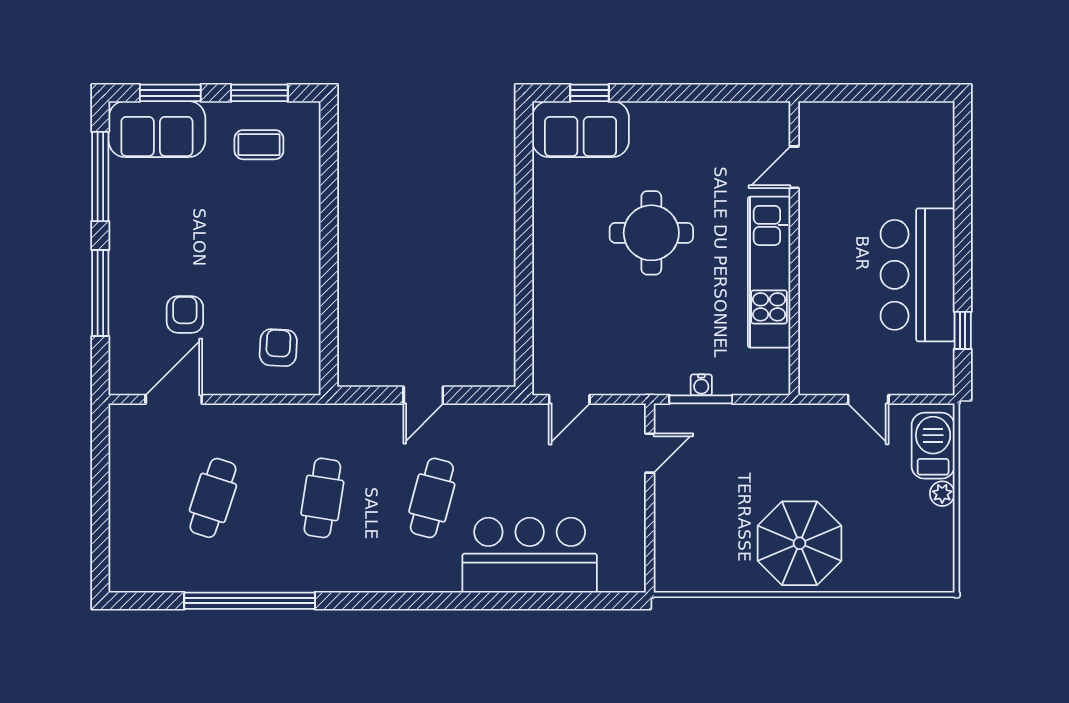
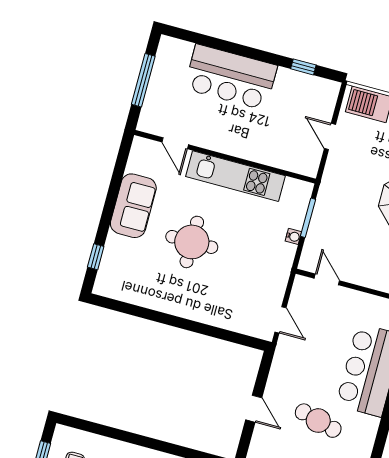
window: (877, 93) -> (143, 80), added
sofa: (581, 129) -> (133, 206), moved
bar counter: (918, 275) -> (231, 77), moved
window: (701, 399) -> (308, 218), moved
door: (868, 399) -> (330, 136), swing flipped

